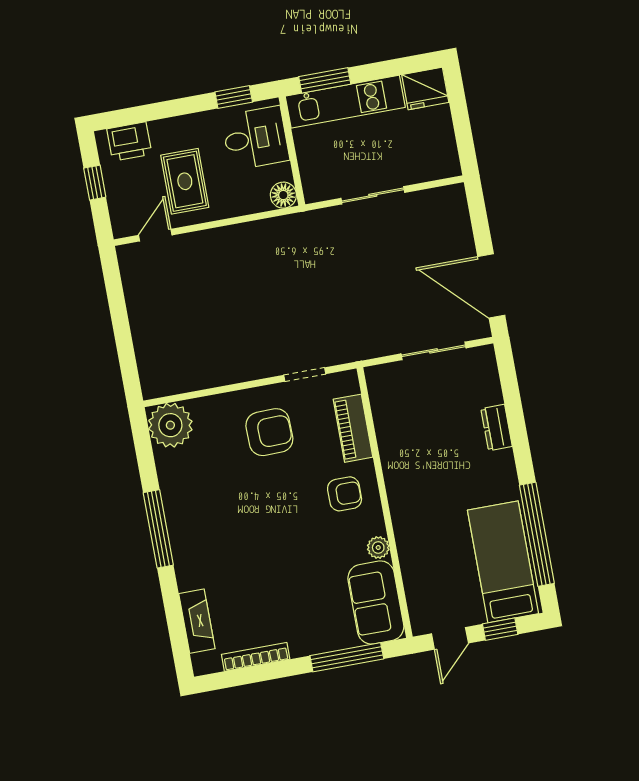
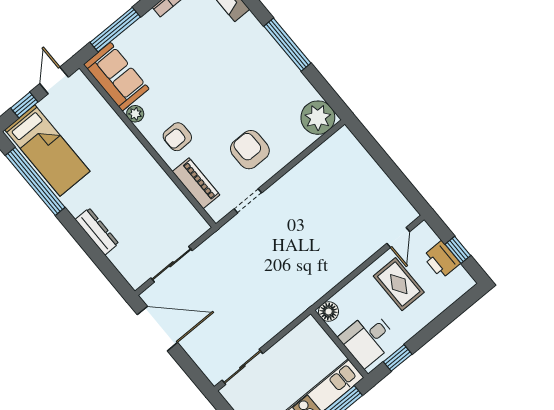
printer: (129, 142) -> (441, 260), moved, turned -90
sliding door: (373, 195) -> (242, 367), moved
dresser: (496, 427) -> (97, 231), width x1.44
armchair: (269, 432) -> (250, 150), turned 91

